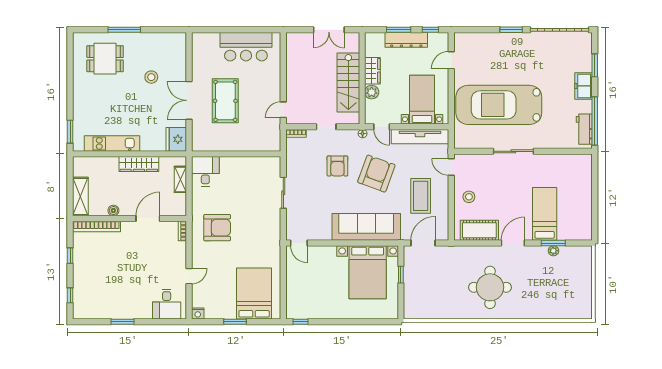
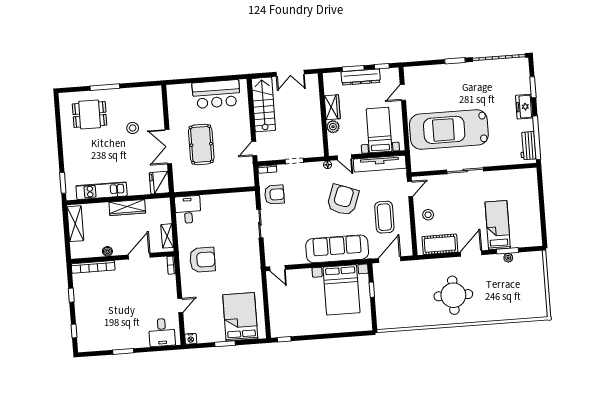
stairs: (348, 82) -> (263, 104), moved, turned 180
armchair: (337, 166) -> (274, 194), moved, turned -90
door: (451, 167) -> (410, 189), swing flipped
shelving: (180, 179) -> (167, 236), moved
shelving: (80, 196) -> (75, 224), moved

